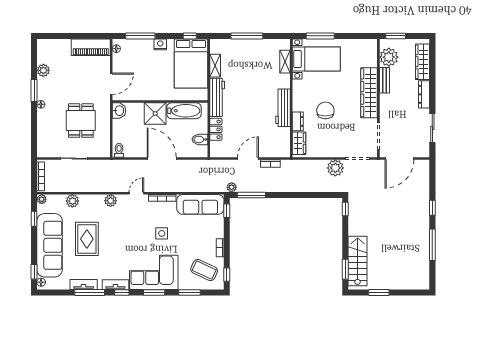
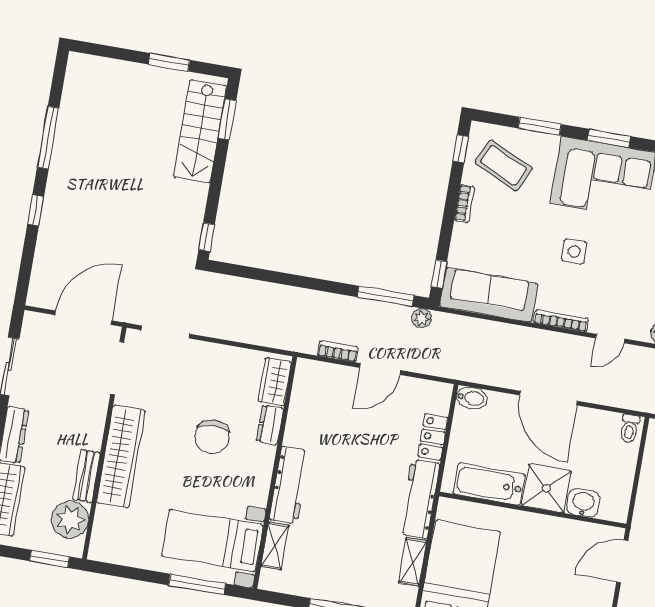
workbench: (283, 108) -> (289, 485), moved
washbasin: (119, 111) -> (583, 503), moved, turned 90
bidet: (200, 139) -> (472, 398), moved
plant: (335, 168) -> (212, 321), removed

